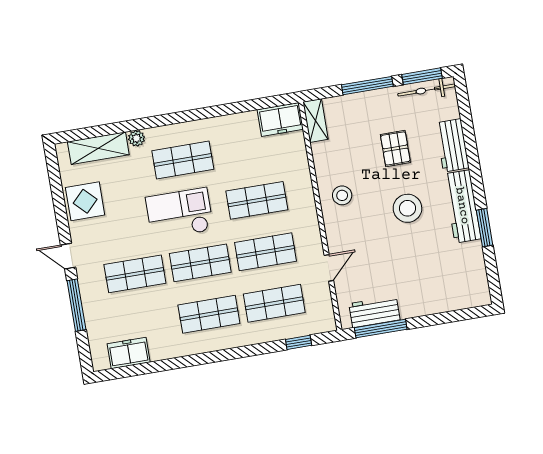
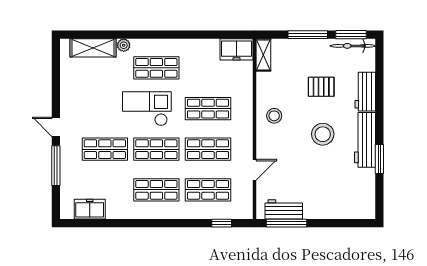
pallet: (395, 148) -> (321, 87), turned 90
display table: (85, 201) -> (76, 87), removed

